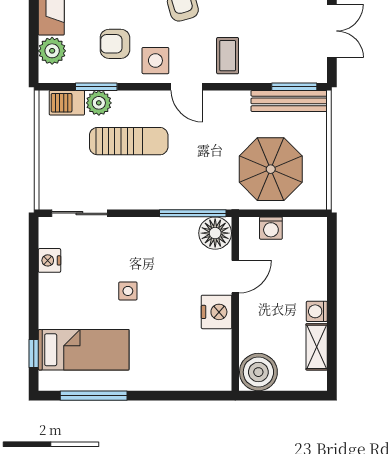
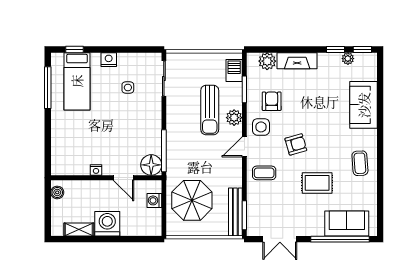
plant: (99, 103) -> (234, 118), moved
nightstand: (49, 260) -> (109, 60), moved
side table: (128, 291) -> (128, 87), moved
washing machine: (317, 311) -> (107, 224), width x1.89, depth x1.89
nightstand: (217, 312) -> (96, 170), width x0.53, depth x0.56
boiler: (258, 372) -> (57, 192), width x0.54, depth x0.54

